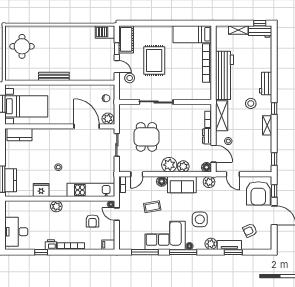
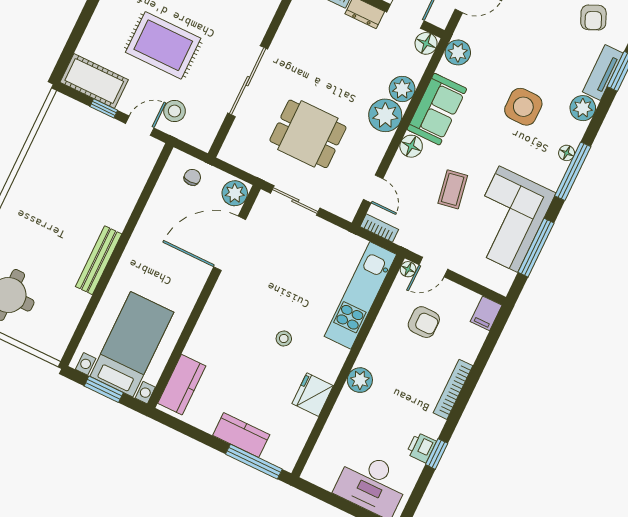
barbecue: (105, 32) -> (59, 116), removed
kitchen counter: (11, 180) -> (241, 435), moved
corner sofa: (165, 235) -> (508, 219), moved
printer: (51, 245) -> (421, 447), moved

